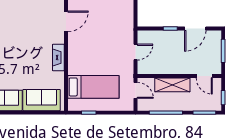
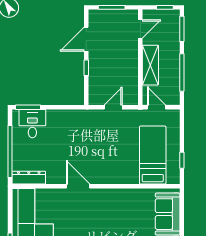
door: (195, 29) -> (86, 39), swing flipped
door: (135, 52) -> (113, 107), hinge flipped
fireplace: (58, 58) -> (119, 195), removed
door: (135, 90) -> (156, 107), hinge flipped

